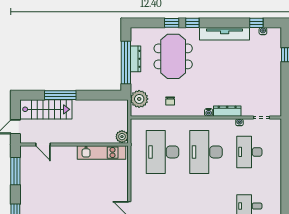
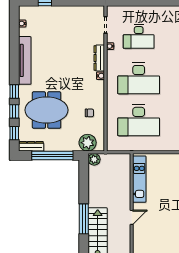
window: (256, 23) -> (14, 133), moved
dresser: (136, 59) -> (31, 146), moved
plant: (122, 137) -> (94, 159), moved
door: (43, 145) -> (132, 217), moved

